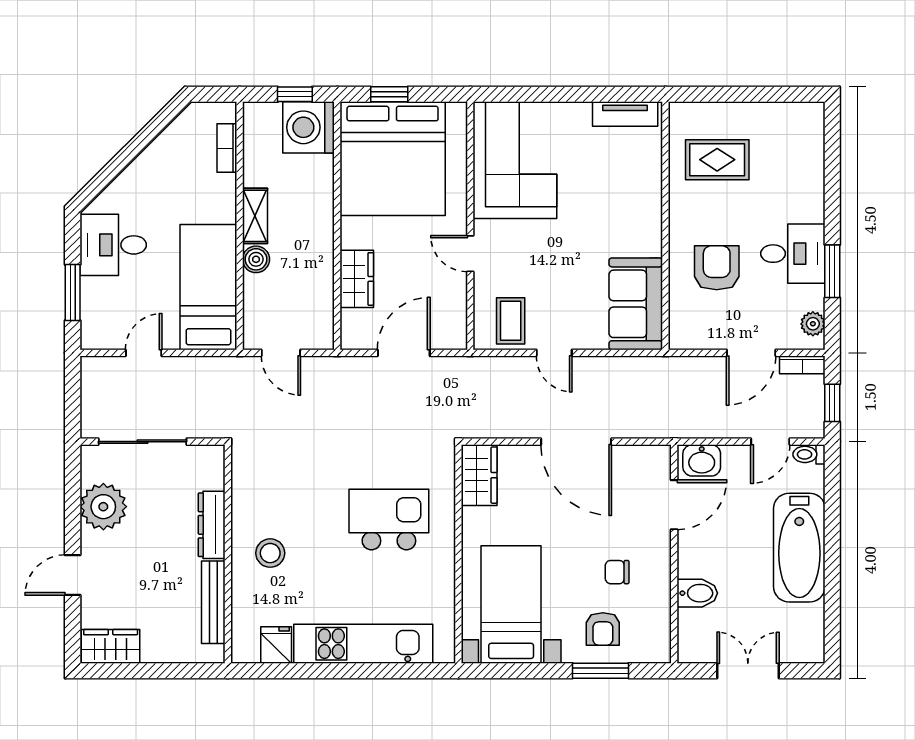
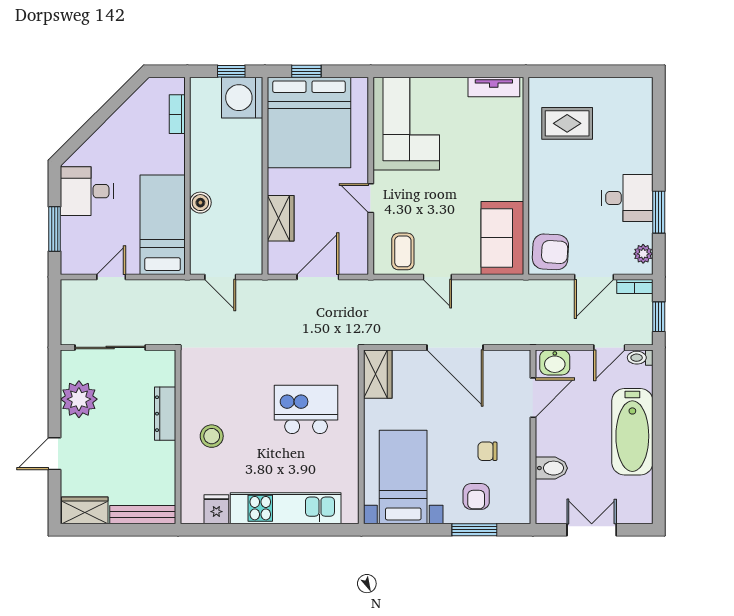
shelving: (255, 216) -> (200, 168), removed
armchair: (717, 268) -> (550, 252), moved, turned 93
bench: (213, 602) -> (143, 515), moved, turned 90

